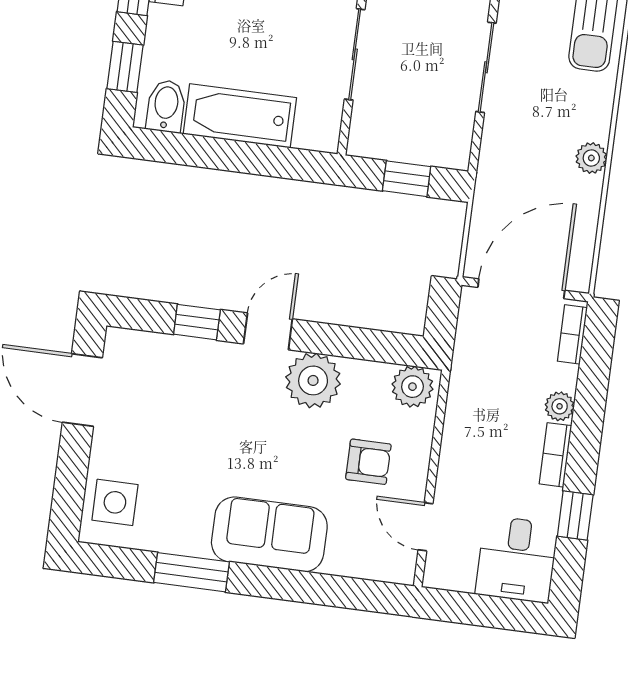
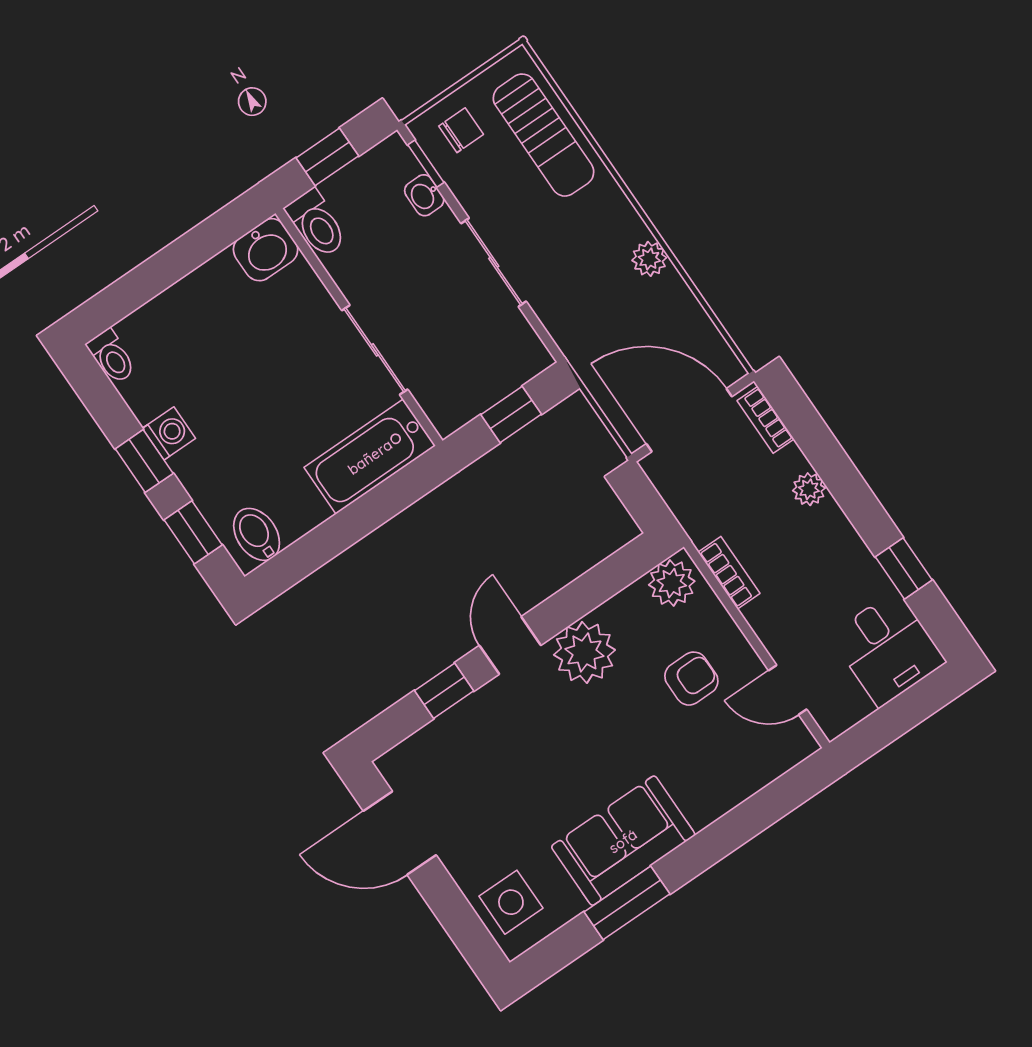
bathtub: (240, 116) -> (370, 457), moved
door: (521, 289) -> (689, 420), hinge flipped
bookcase: (555, 455) -> (729, 573), moved, turned 180
sofa: (269, 534) -> (623, 841), moved

